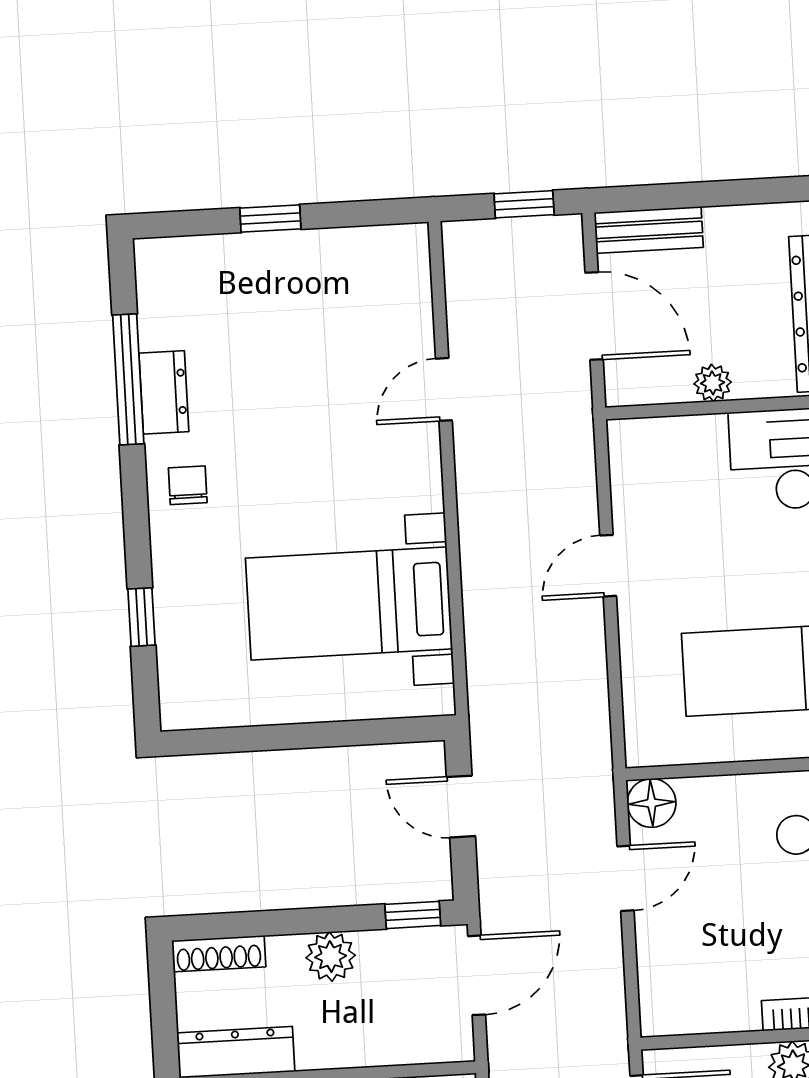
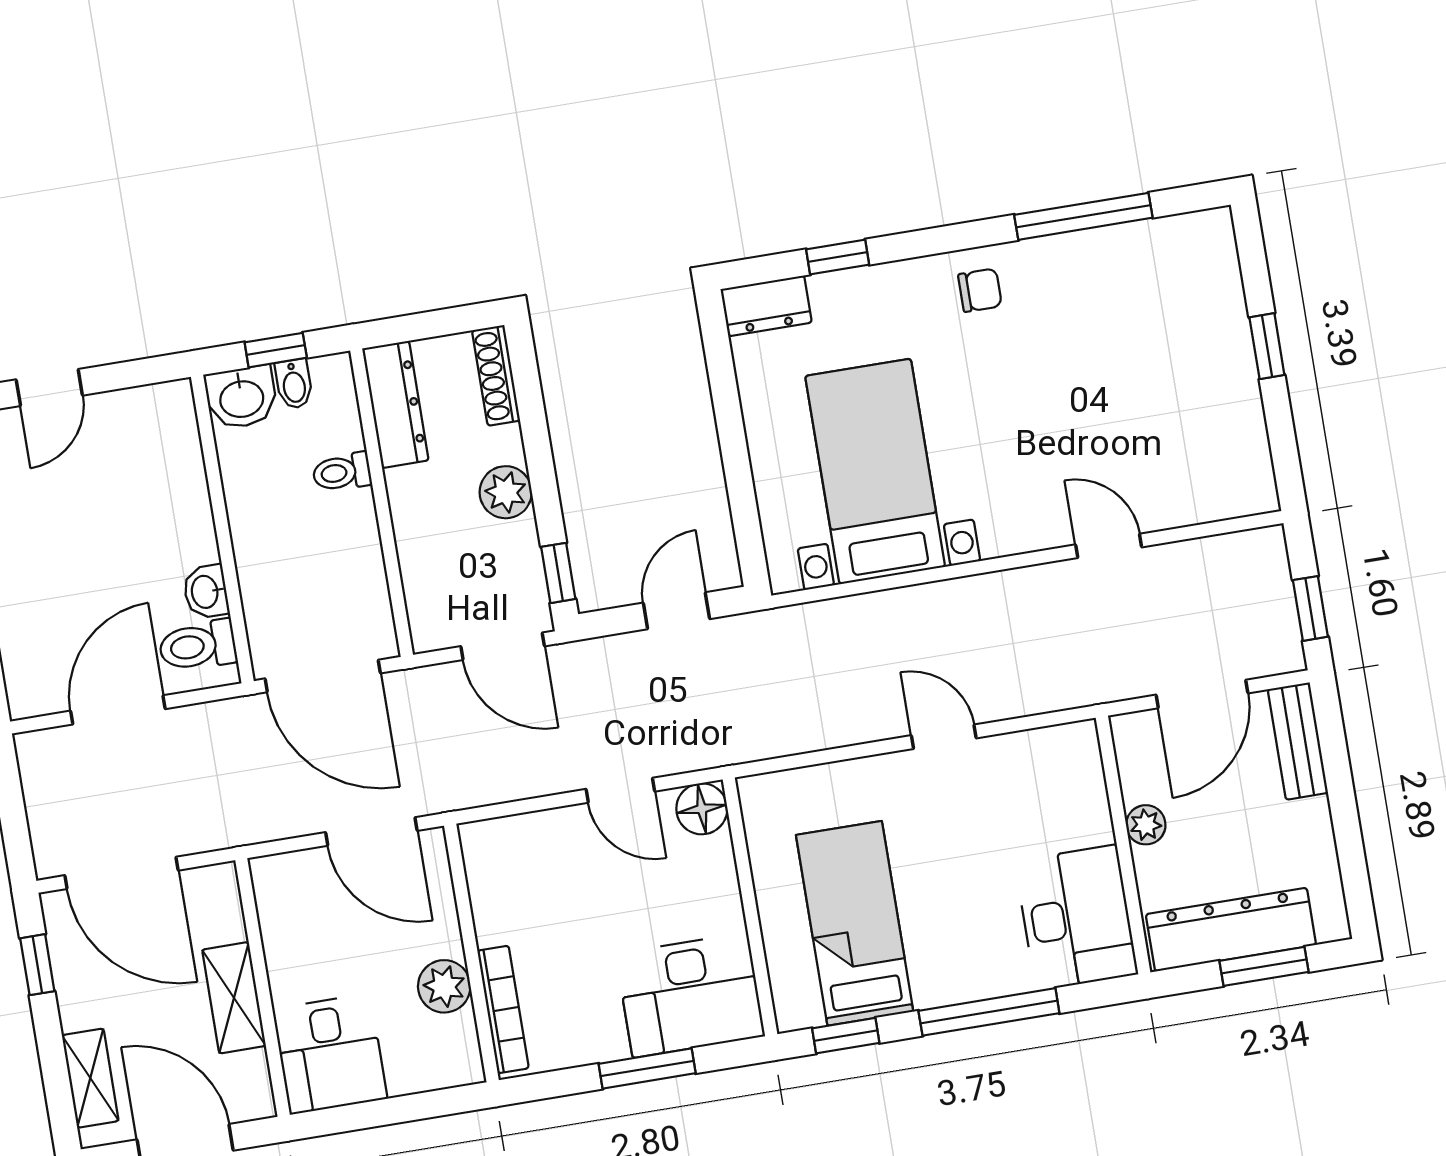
dresser: (164, 392) -> (766, 306), moved

